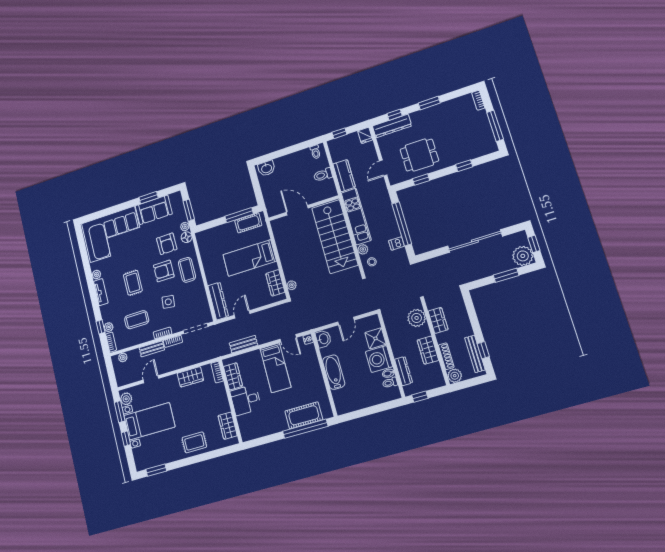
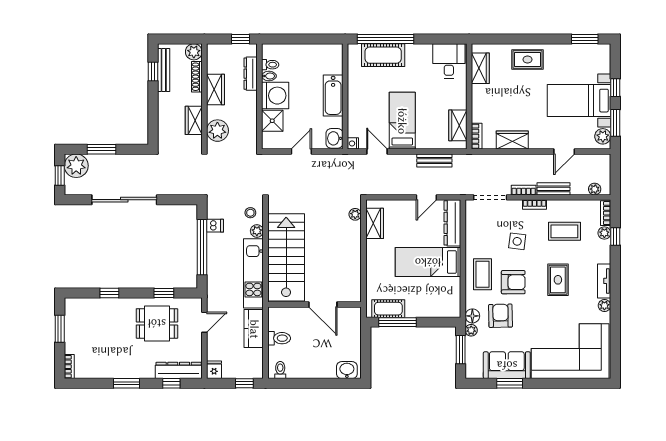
window: (495, 126) -> (60, 329), width x0.69
bed: (250, 258) -> (428, 262), moved, turned 180
desk: (246, 400) -> (449, 61), moved, turned -90

